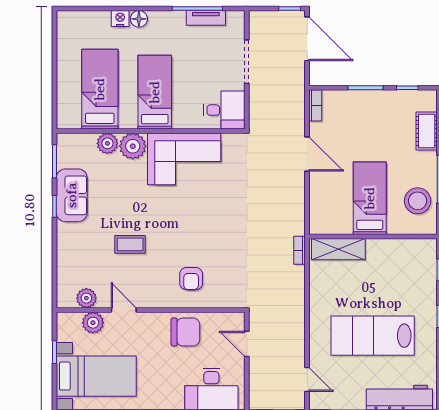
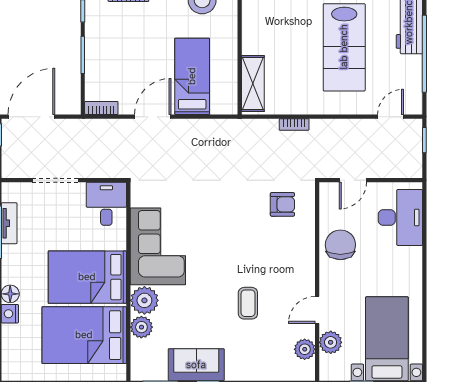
bed: (100, 89) -> (84, 335), width x1.50
bed: (155, 92) -> (87, 277), width x1.50
bed: (370, 198) -> (192, 76), moved, turned 90
bookcase: (300, 250) -> (294, 124), moved
armchair: (191, 279) -> (282, 204), moved

